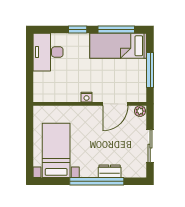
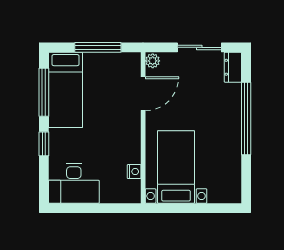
nightstand: (86, 97) -> (134, 172), moved
door: (115, 104) -> (143, 94), hinge flipped
bed with nightstands: (56, 150) -> (176, 167), moved, turned 90
dresser: (110, 171) -> (233, 67), moved

